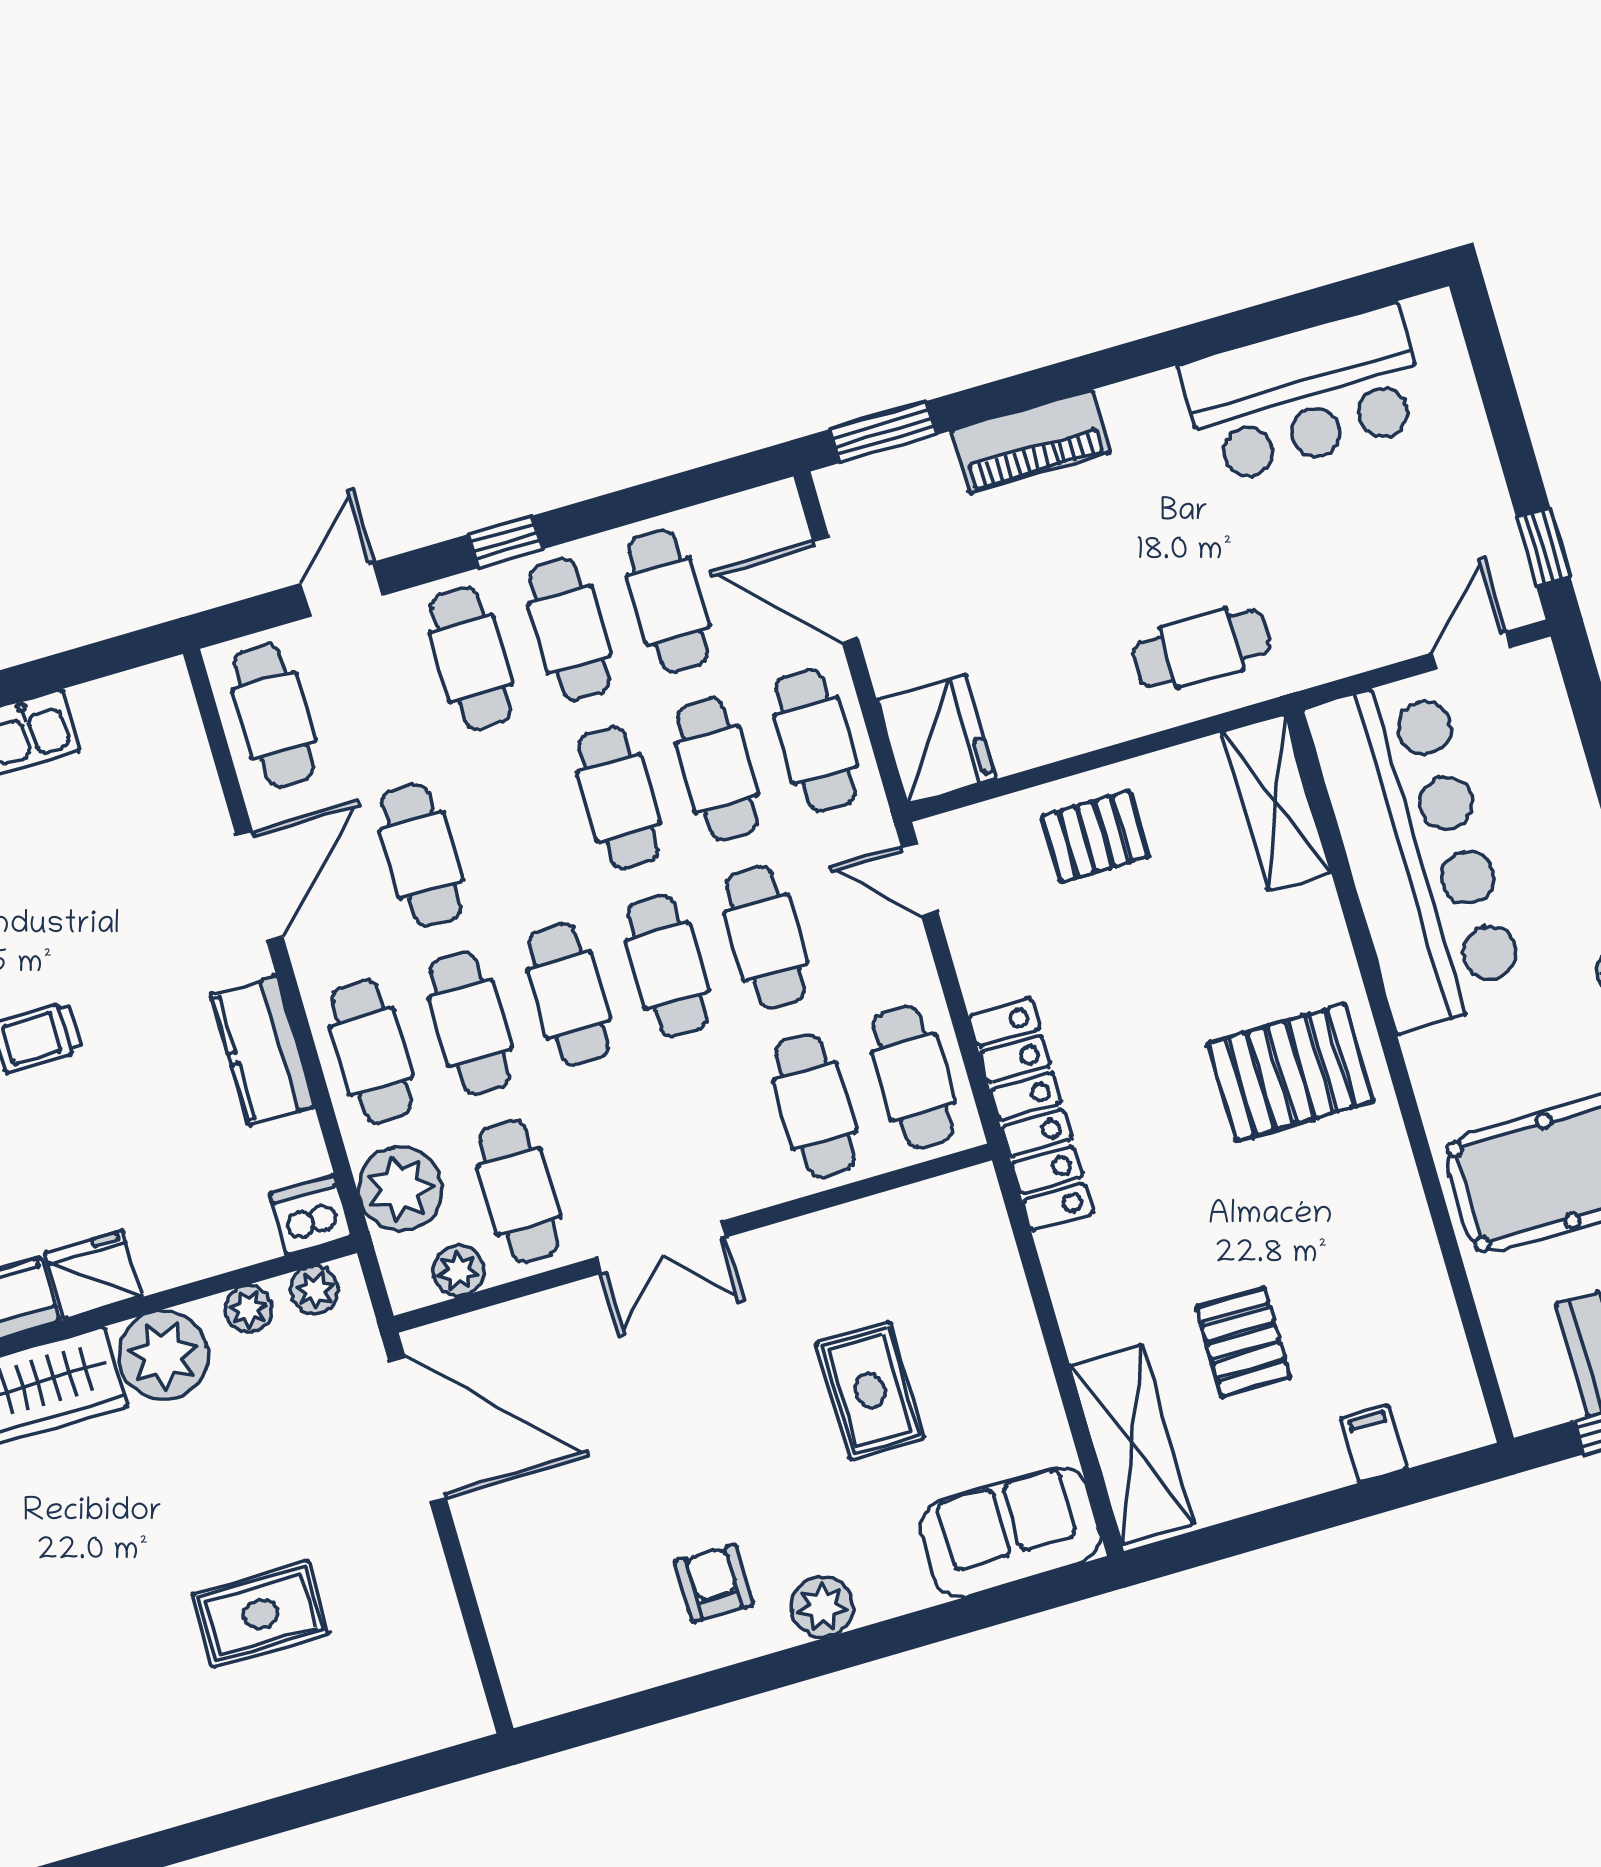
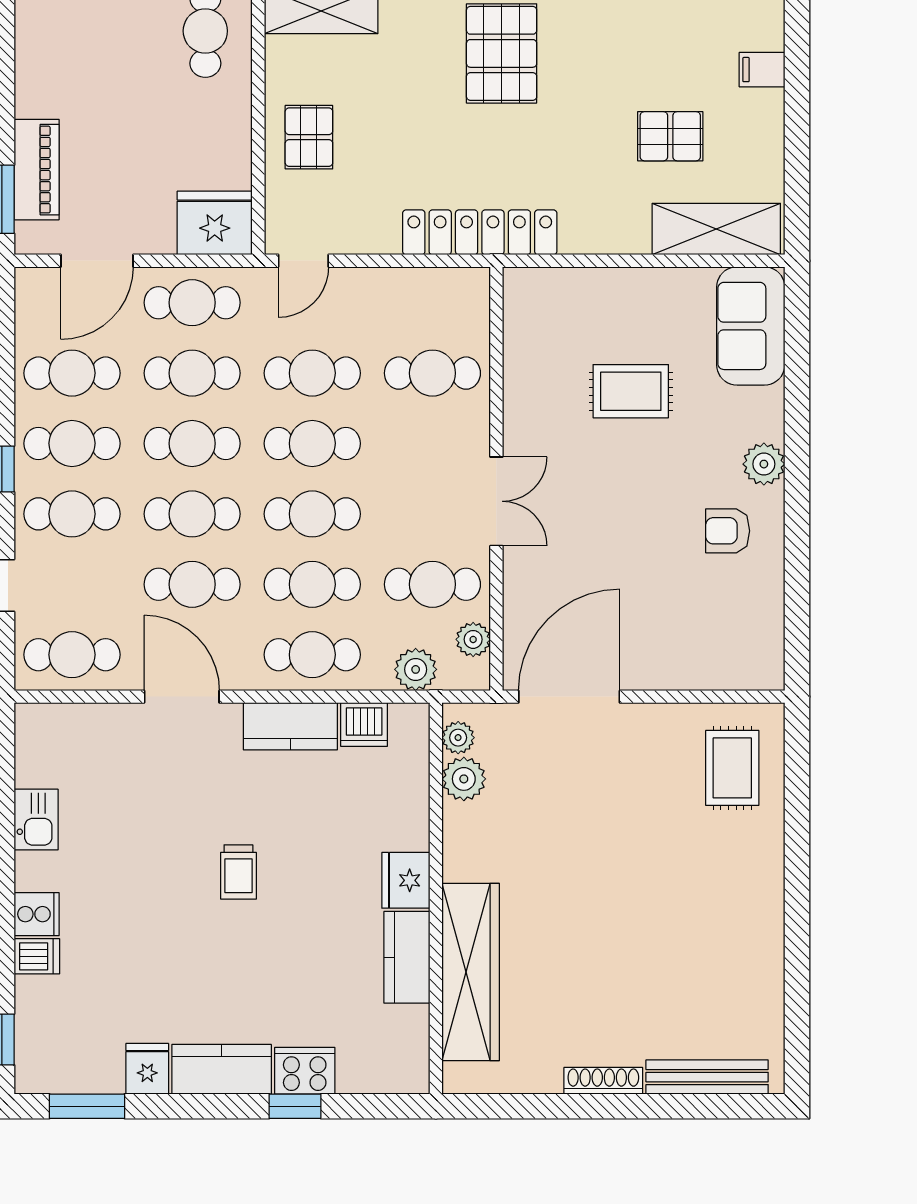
piano: (1031, 442) -> (37, 170), moved
cafe table: (913, 1077) -> (192, 514), moved
plant: (400, 1189) -> (416, 669), width x0.73, depth x0.73
dishwasher: (311, 1215) -> (364, 725), moved, turned -90
plant: (248, 1309) -> (464, 779), width x1.38, depth x1.38
plant: (163, 1355) -> (472, 850), removed
rug: (260, 1614) -> (732, 768), moved

